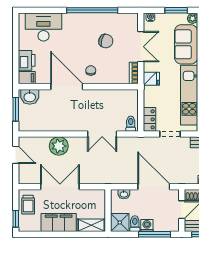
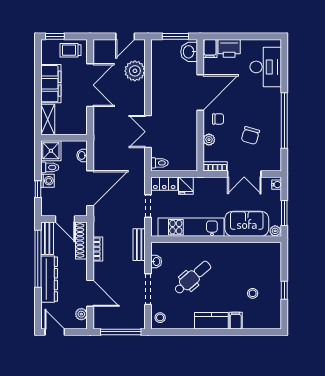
plant: (110, 79) -> (209, 140), added
fridge: (151, 79) -> (186, 186), moved
plant: (59, 146) -> (135, 71), moved
window: (154, 234) -> (38, 189), width x0.46

